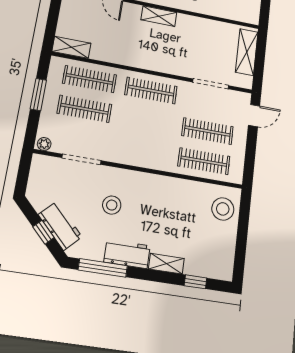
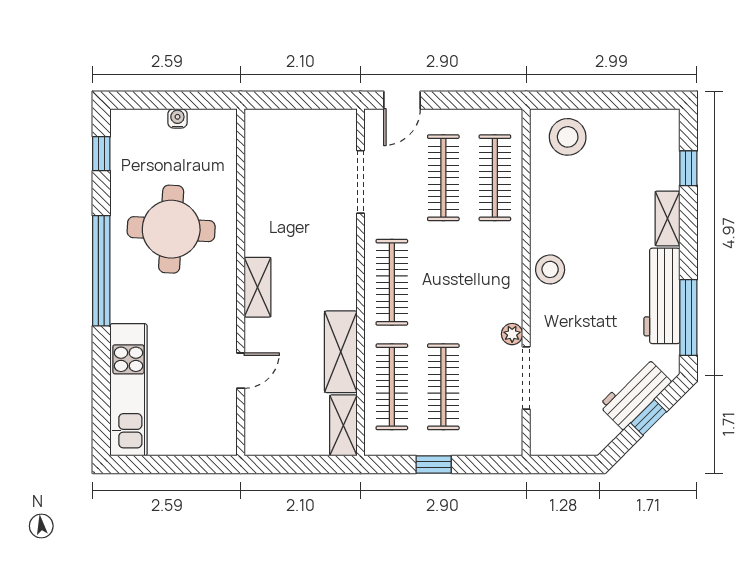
shelving: (247, 52) -> (341, 352), moved, turned 90
window: (38, 95) -> (434, 464), width x0.67
door: (254, 116) -> (402, 100), swing flipped
plant: (44, 144) -> (512, 334), moved
stool: (112, 205) -> (550, 269), moved
workbench: (127, 254) -> (662, 296), width x1.38

